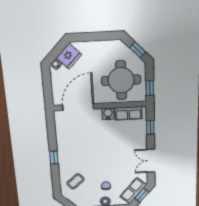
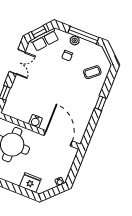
fridge: (69, 56) -> (30, 183), moved, turned 45
door: (78, 107) -> (58, 138), swing flipped
row of seats: (128, 113) -> (18, 114), removed

